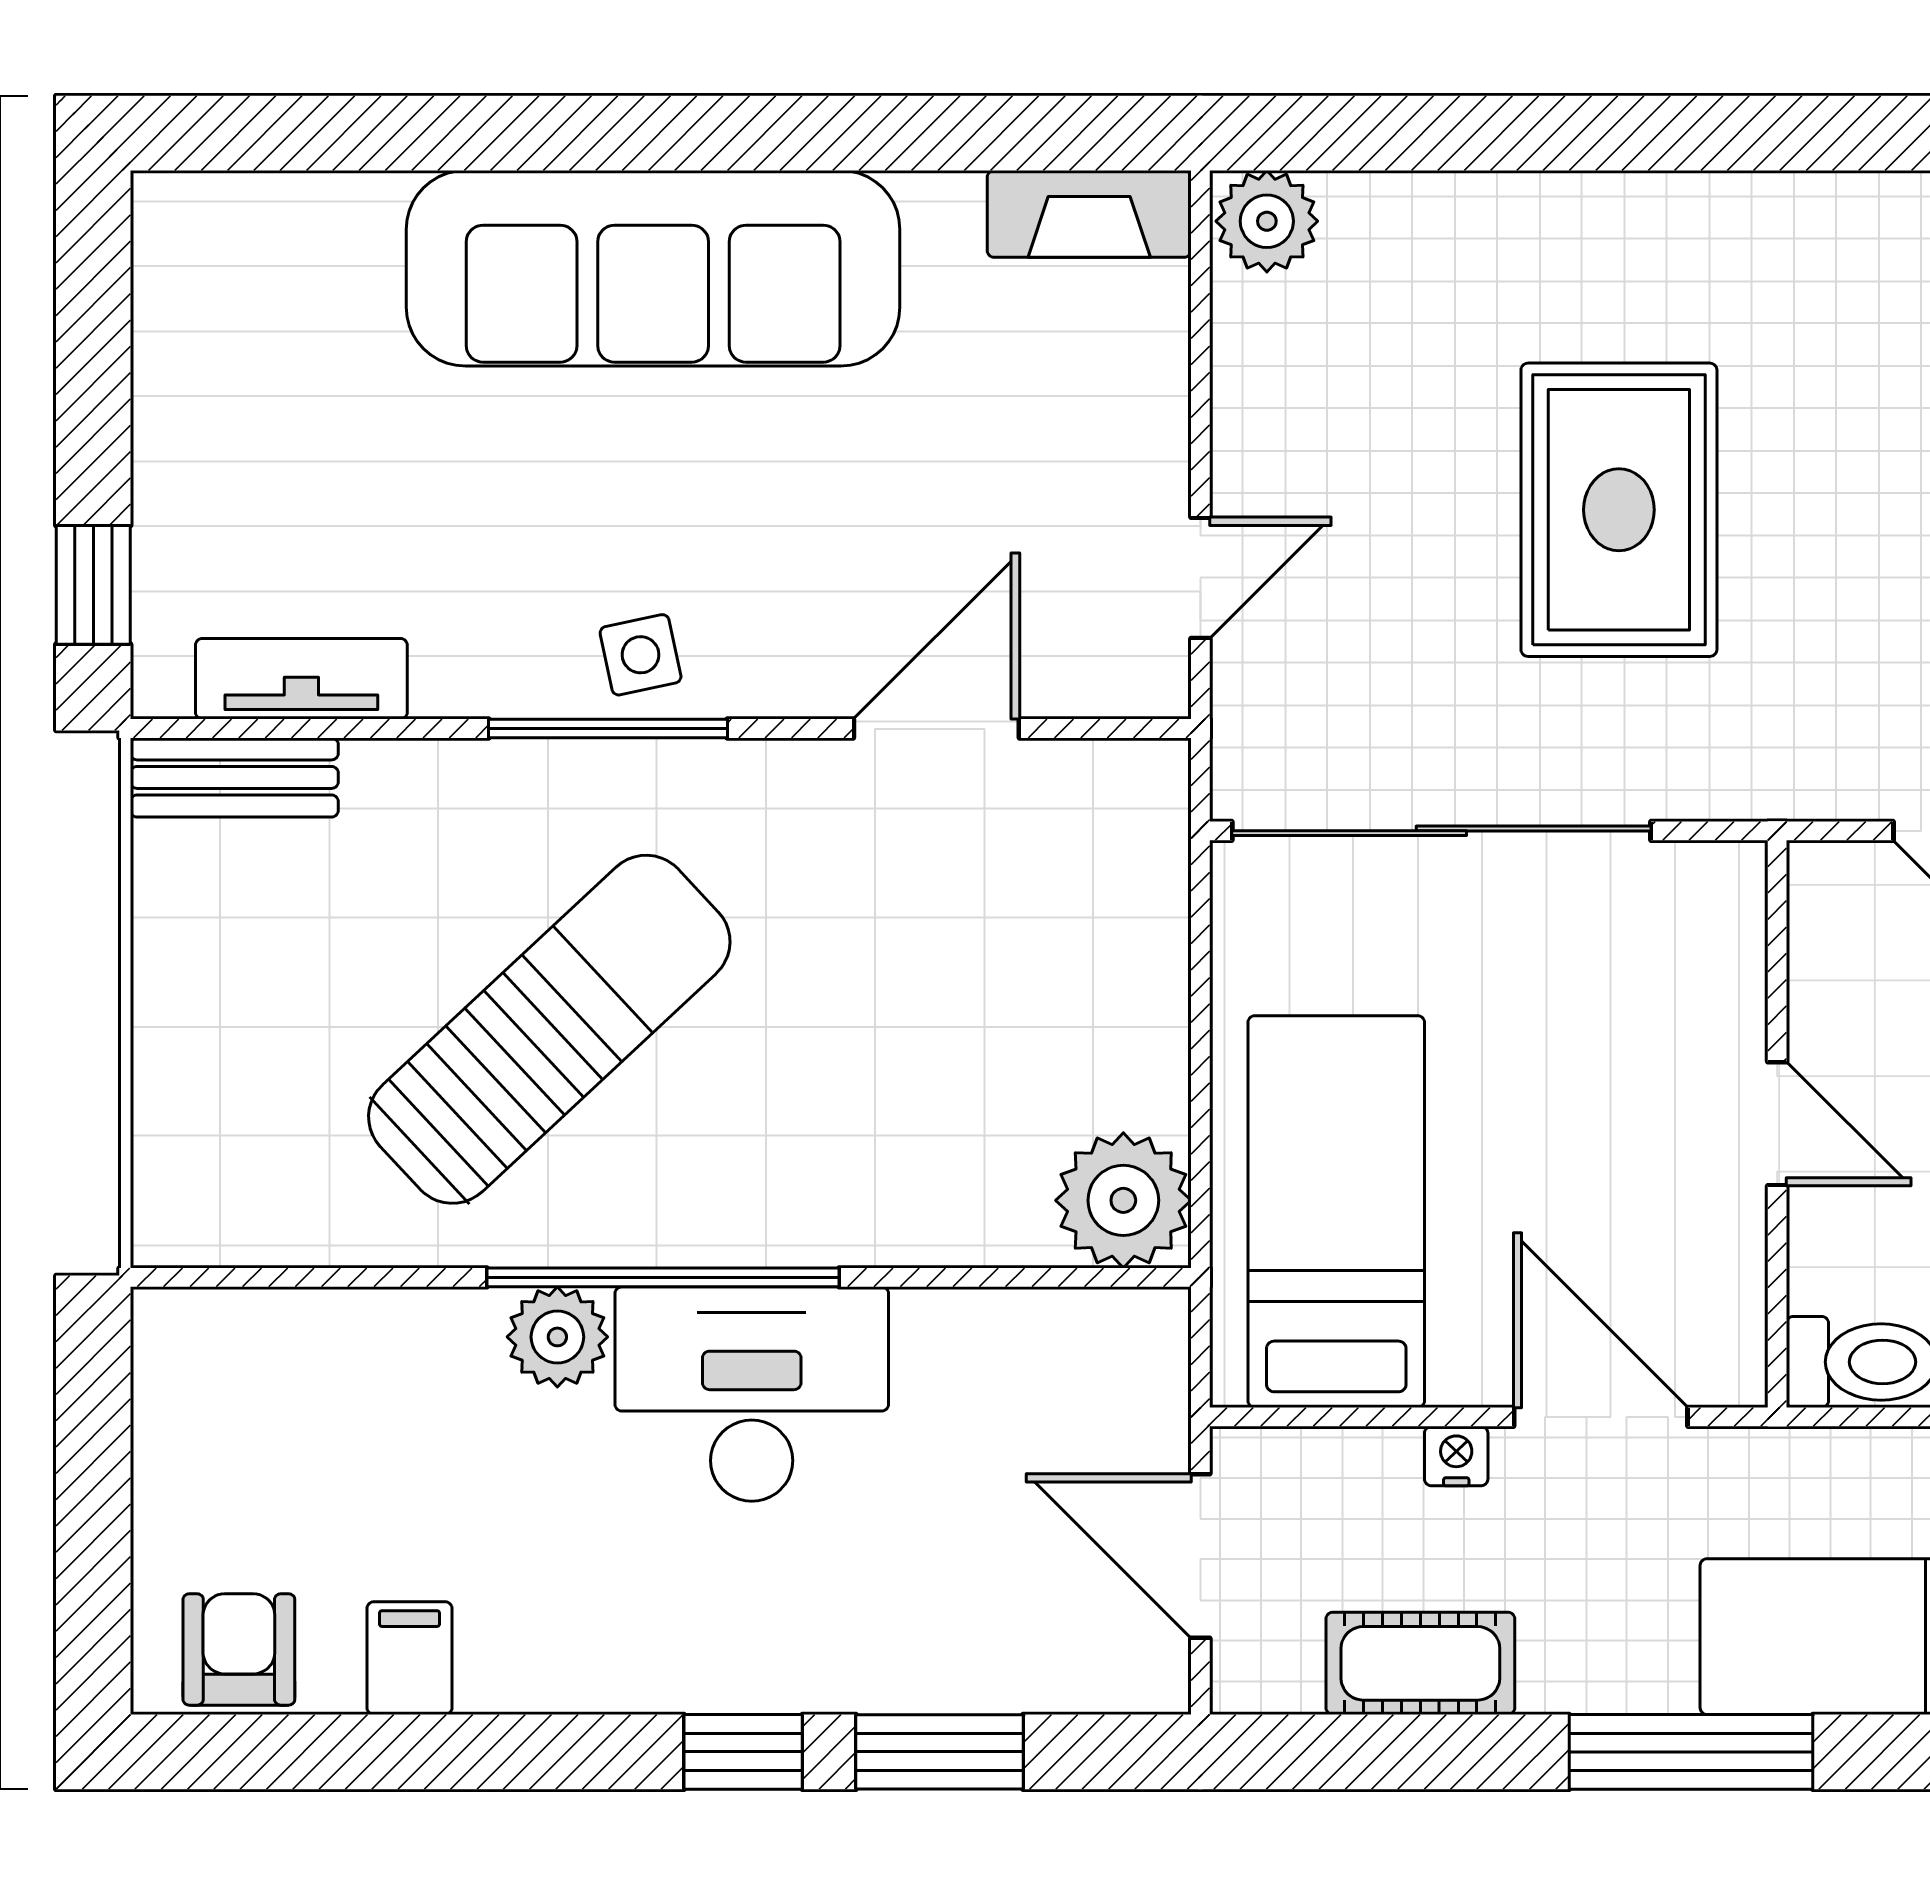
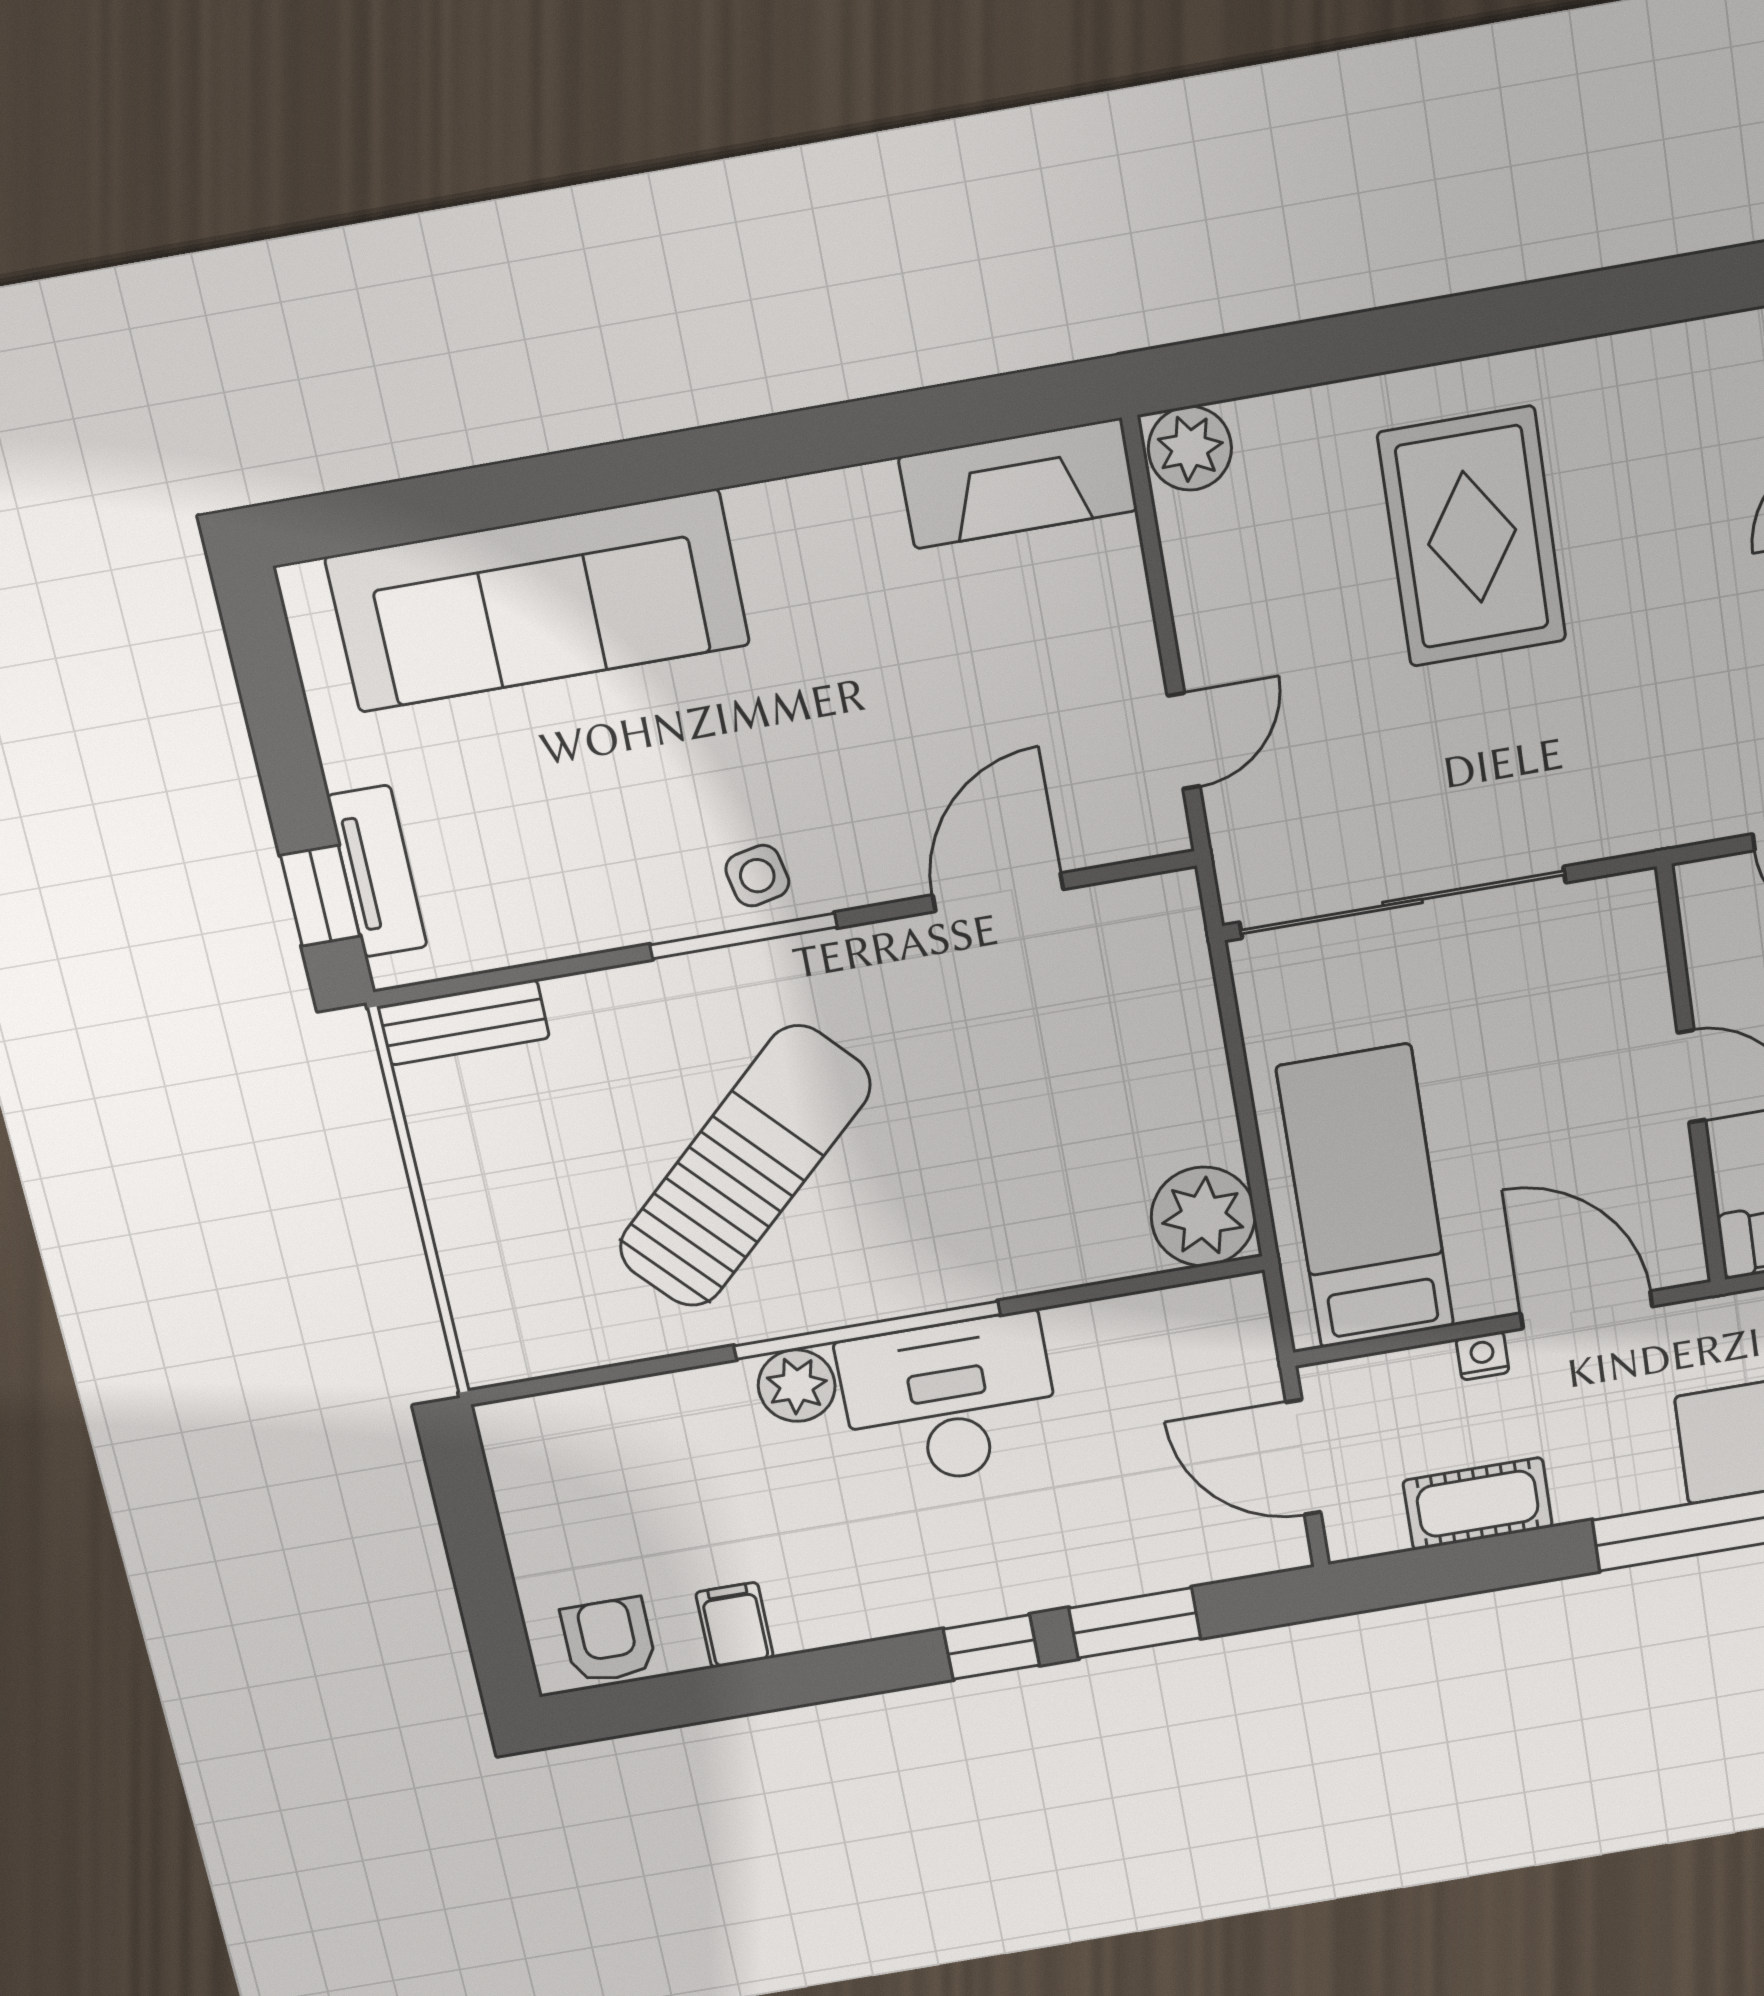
fireplace: (1089, 214) -> (1018, 484), width x1.37, depth x1.32
sofa: (653, 268) -> (538, 601), moved
rug: (1619, 510) -> (1472, 537), moved
tv unit: (301, 679) -> (377, 871), moved, turned 90

